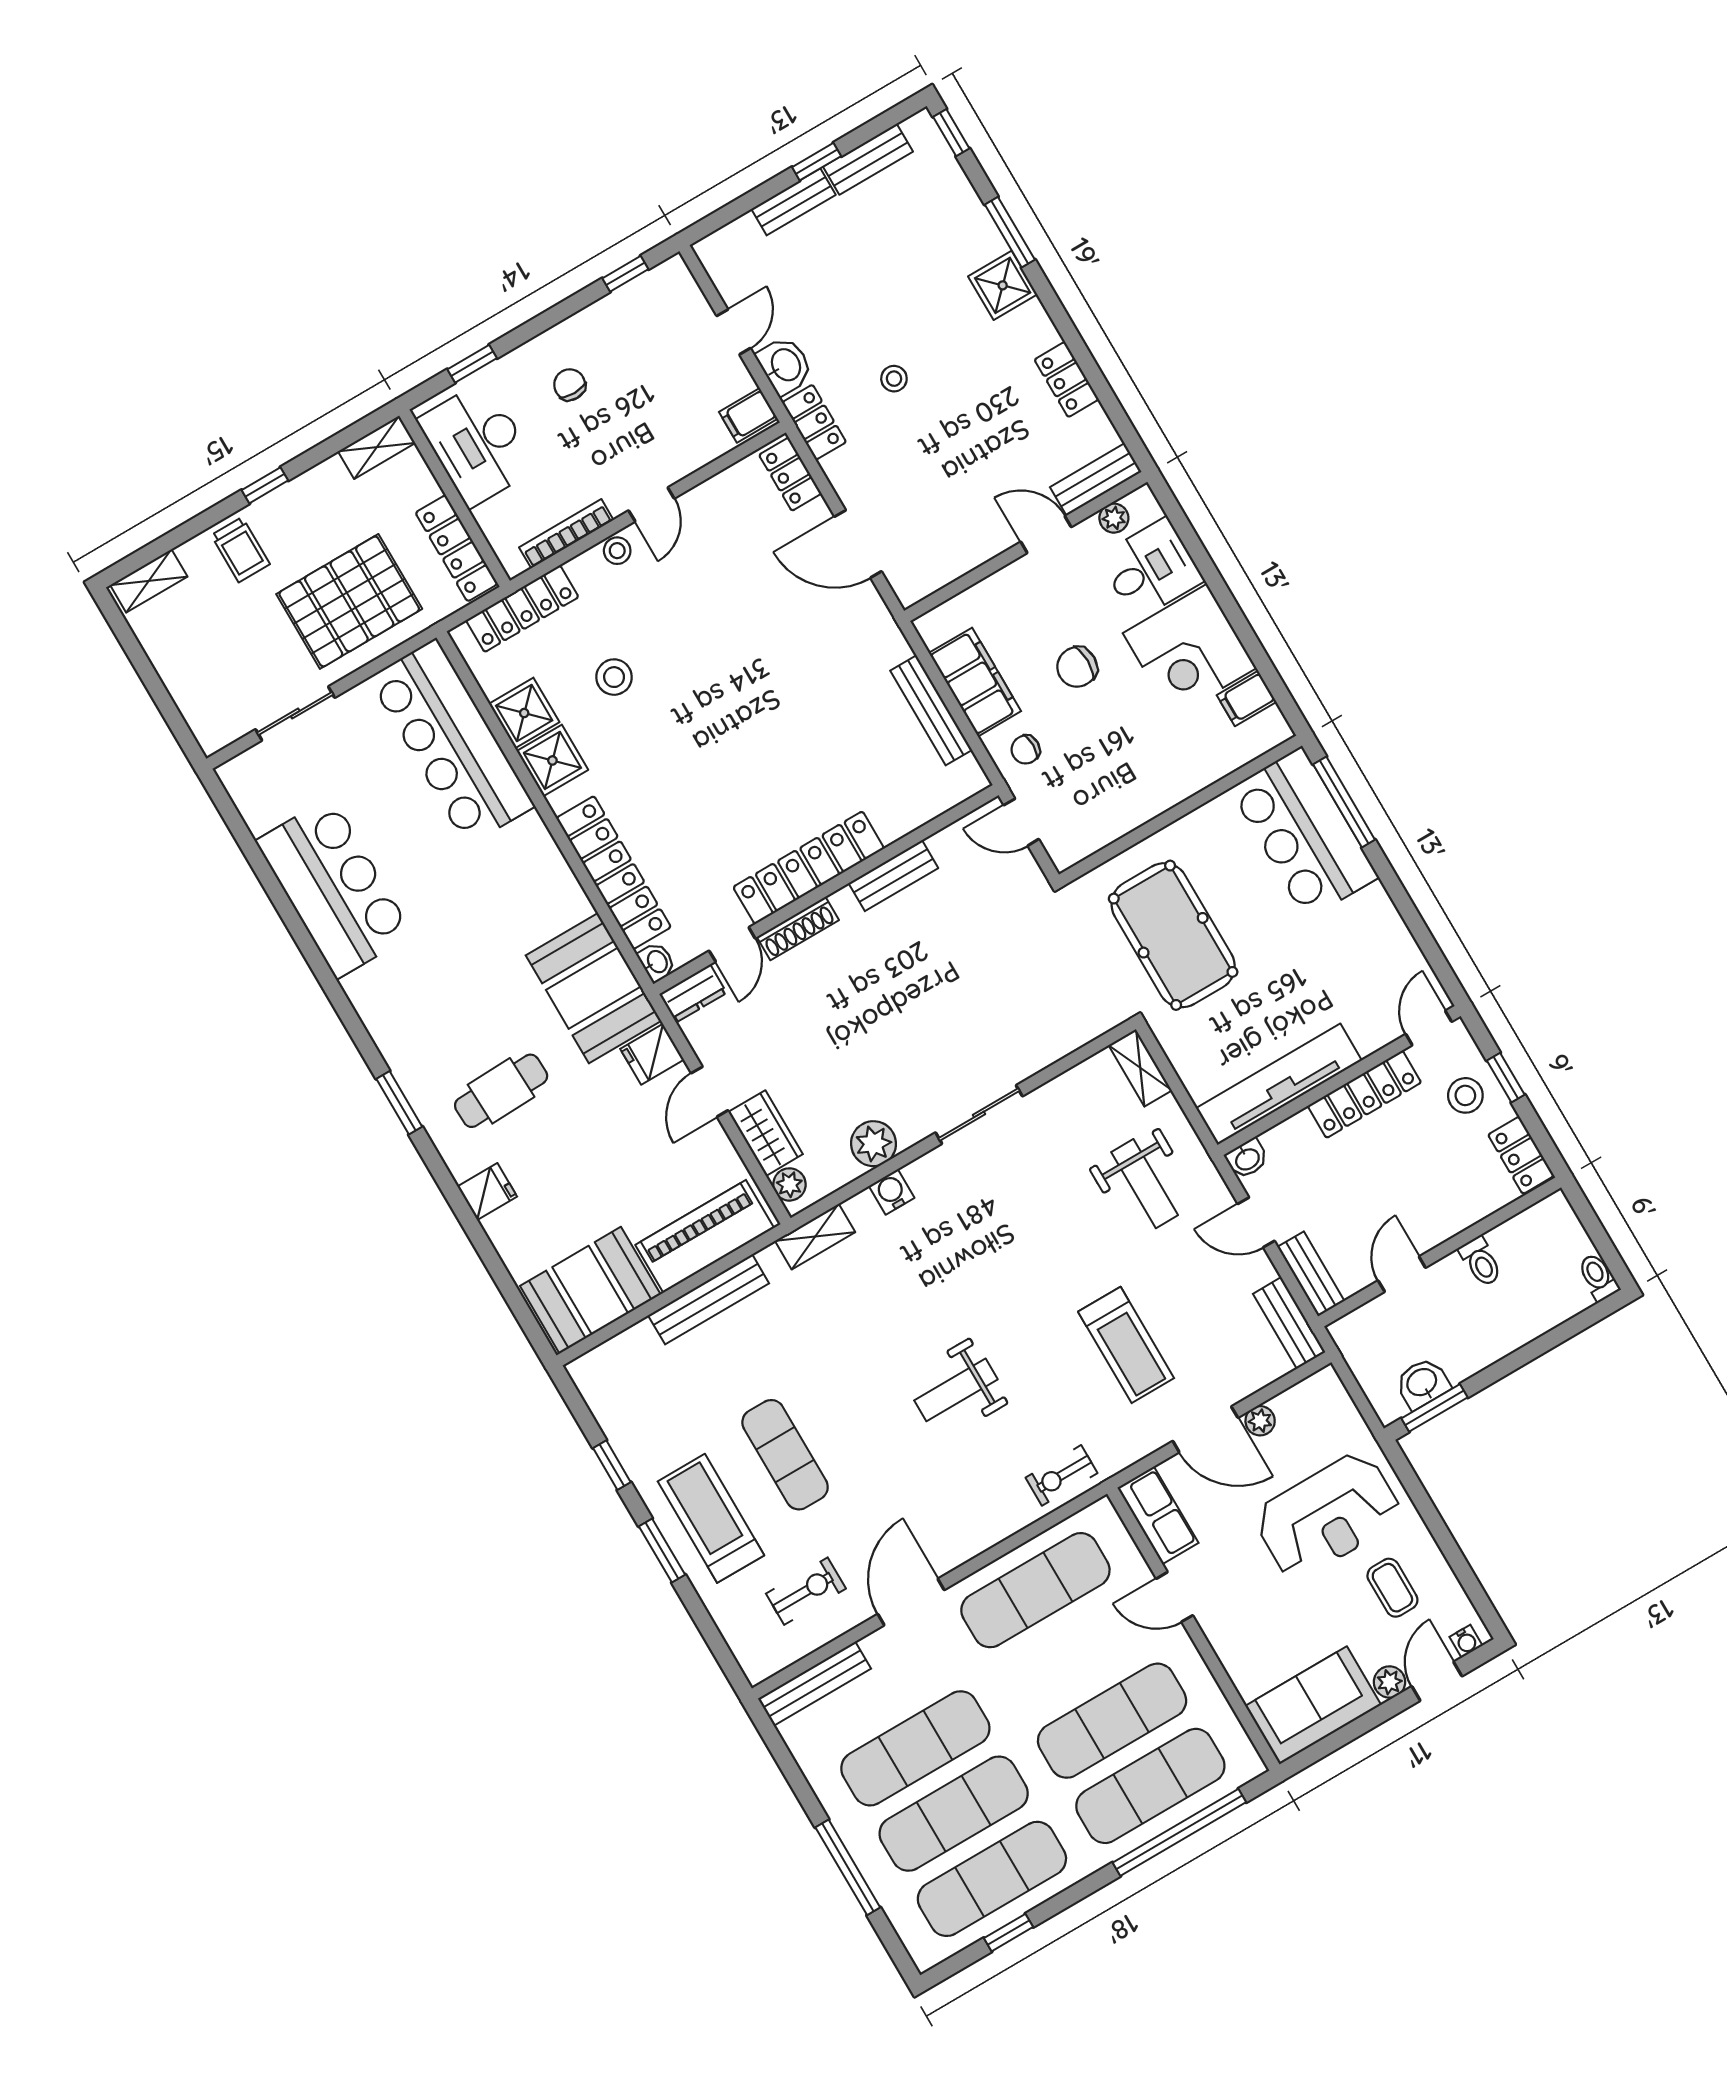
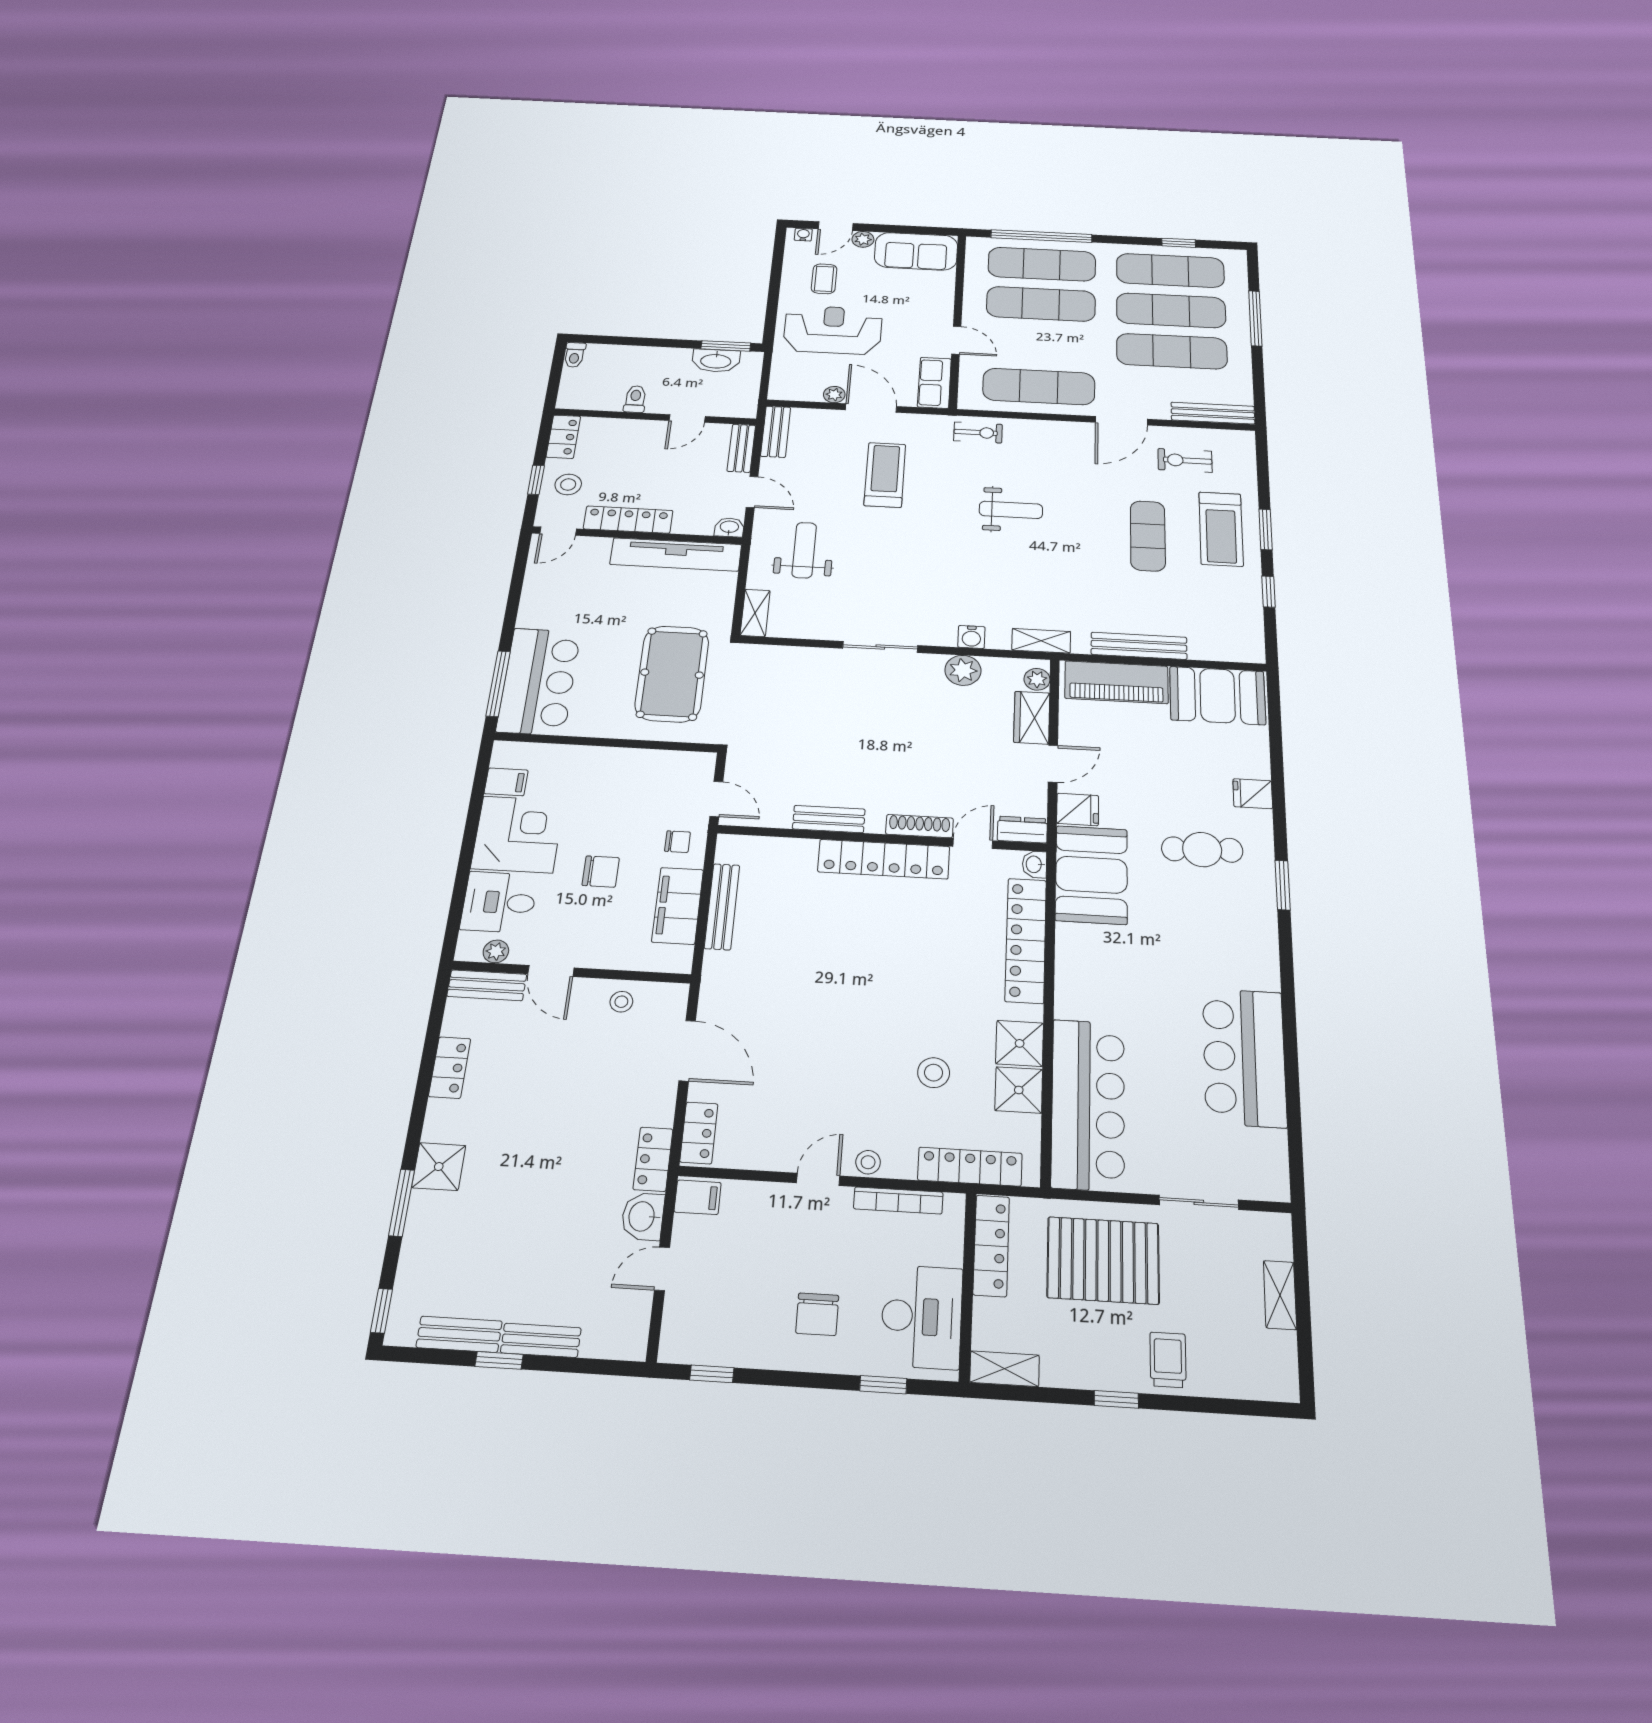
stool: (894, 379) -> (621, 1002), moved
chair: (570, 385) -> (817, 1314), width x1.37, depth x1.37
shelving: (149, 581) -> (1280, 1295), moved, turned 90
washbasin: (1422, 1383) -> (716, 361), width x1.38

